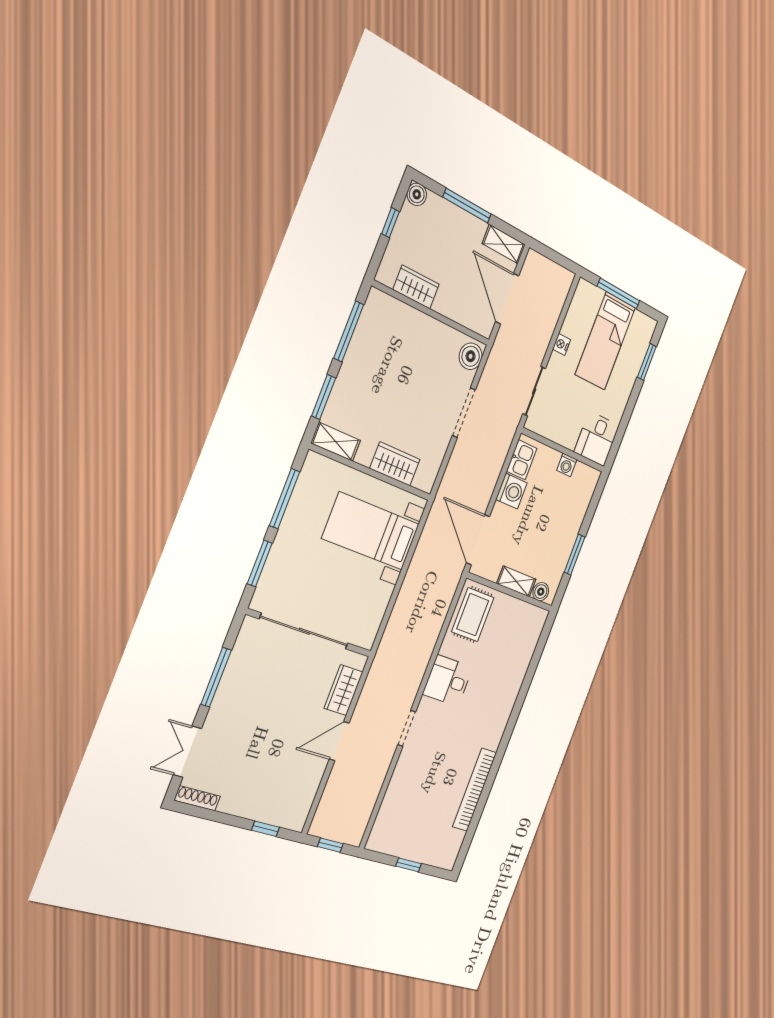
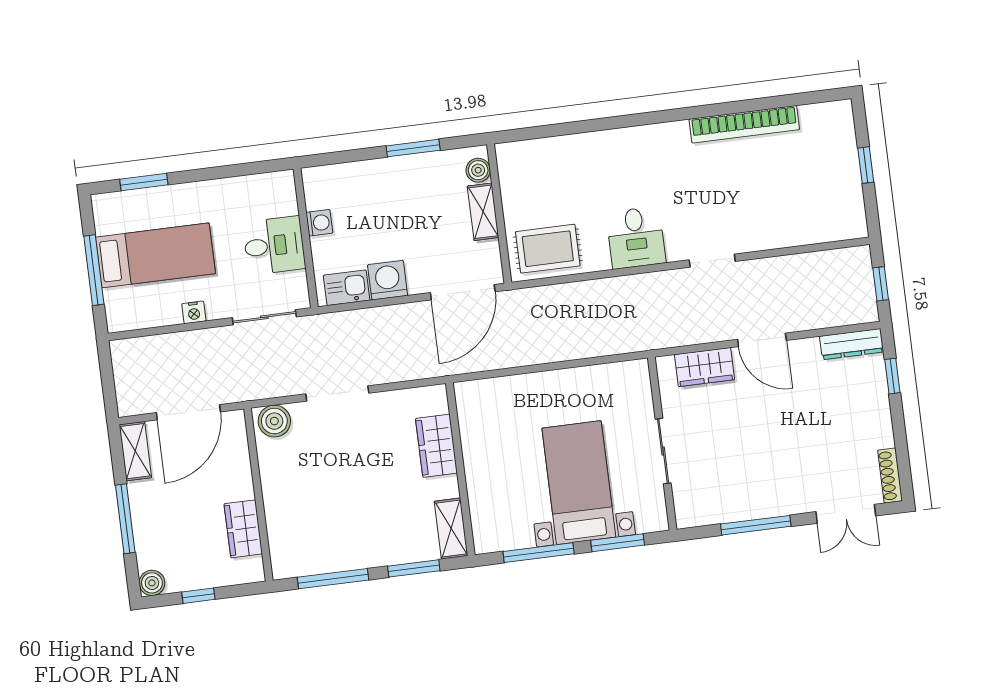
desk: (597, 439) -> (274, 245), moved
bed with nightstands: (371, 531) -> (579, 483), moved, turned 180
sliding door: (304, 631) -> (663, 451), width x0.54
dresser: (302, 807) -> (852, 344), added

